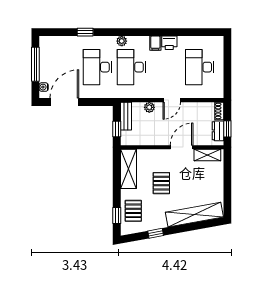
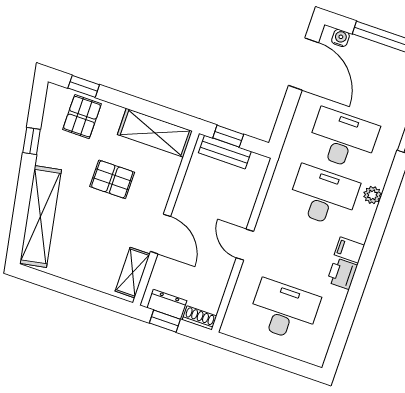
plant: (149, 107) -> (246, 203), removed
bench: (126, 116) -> (225, 152), moved
pallet: (133, 211) -> (82, 117), turned 90

